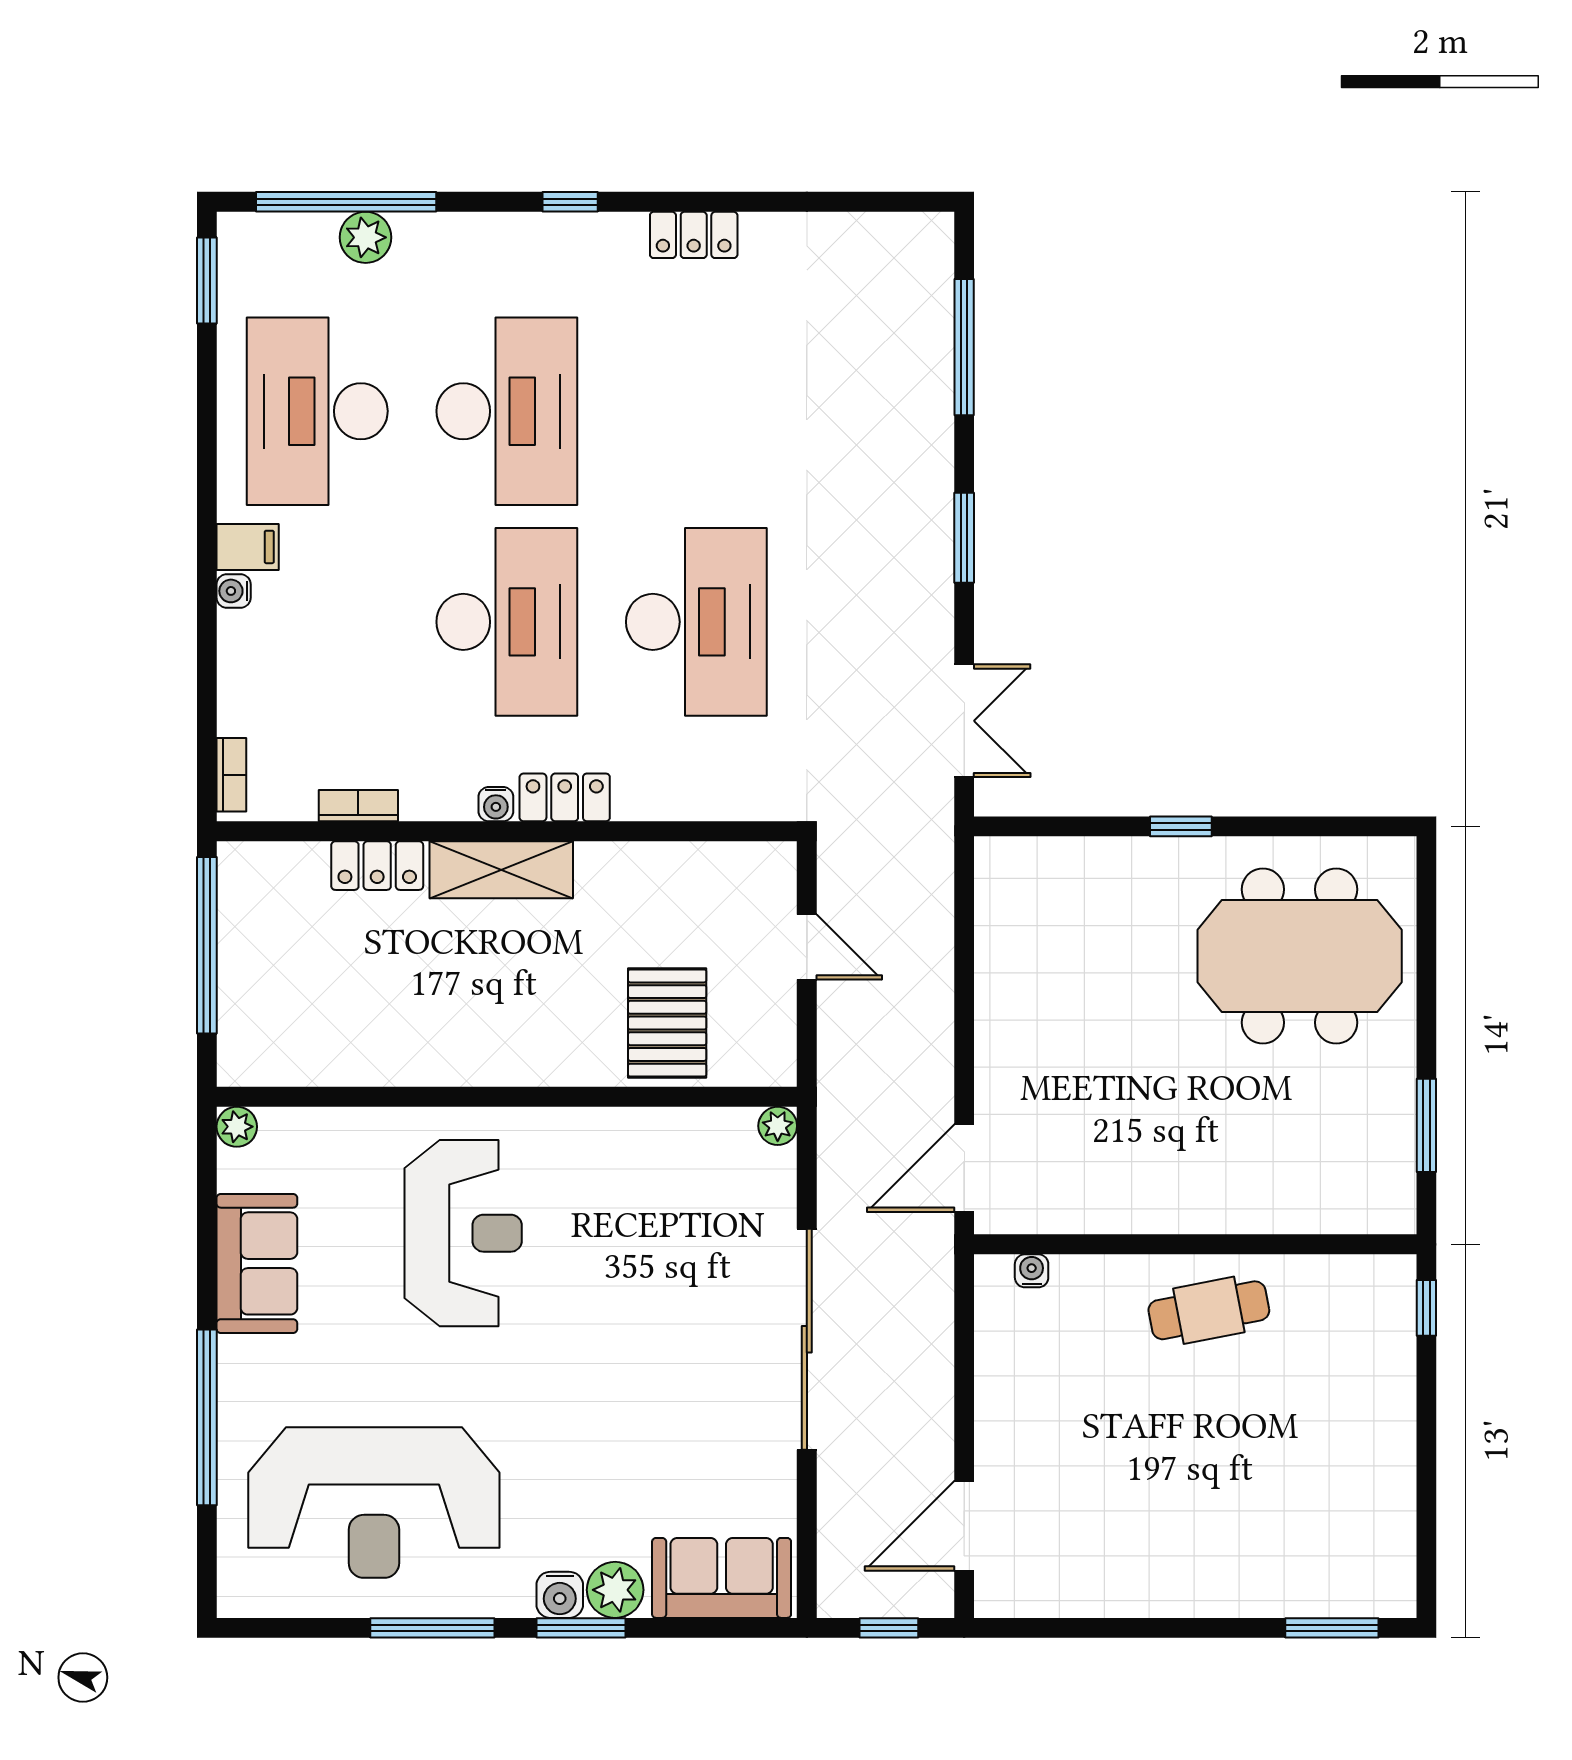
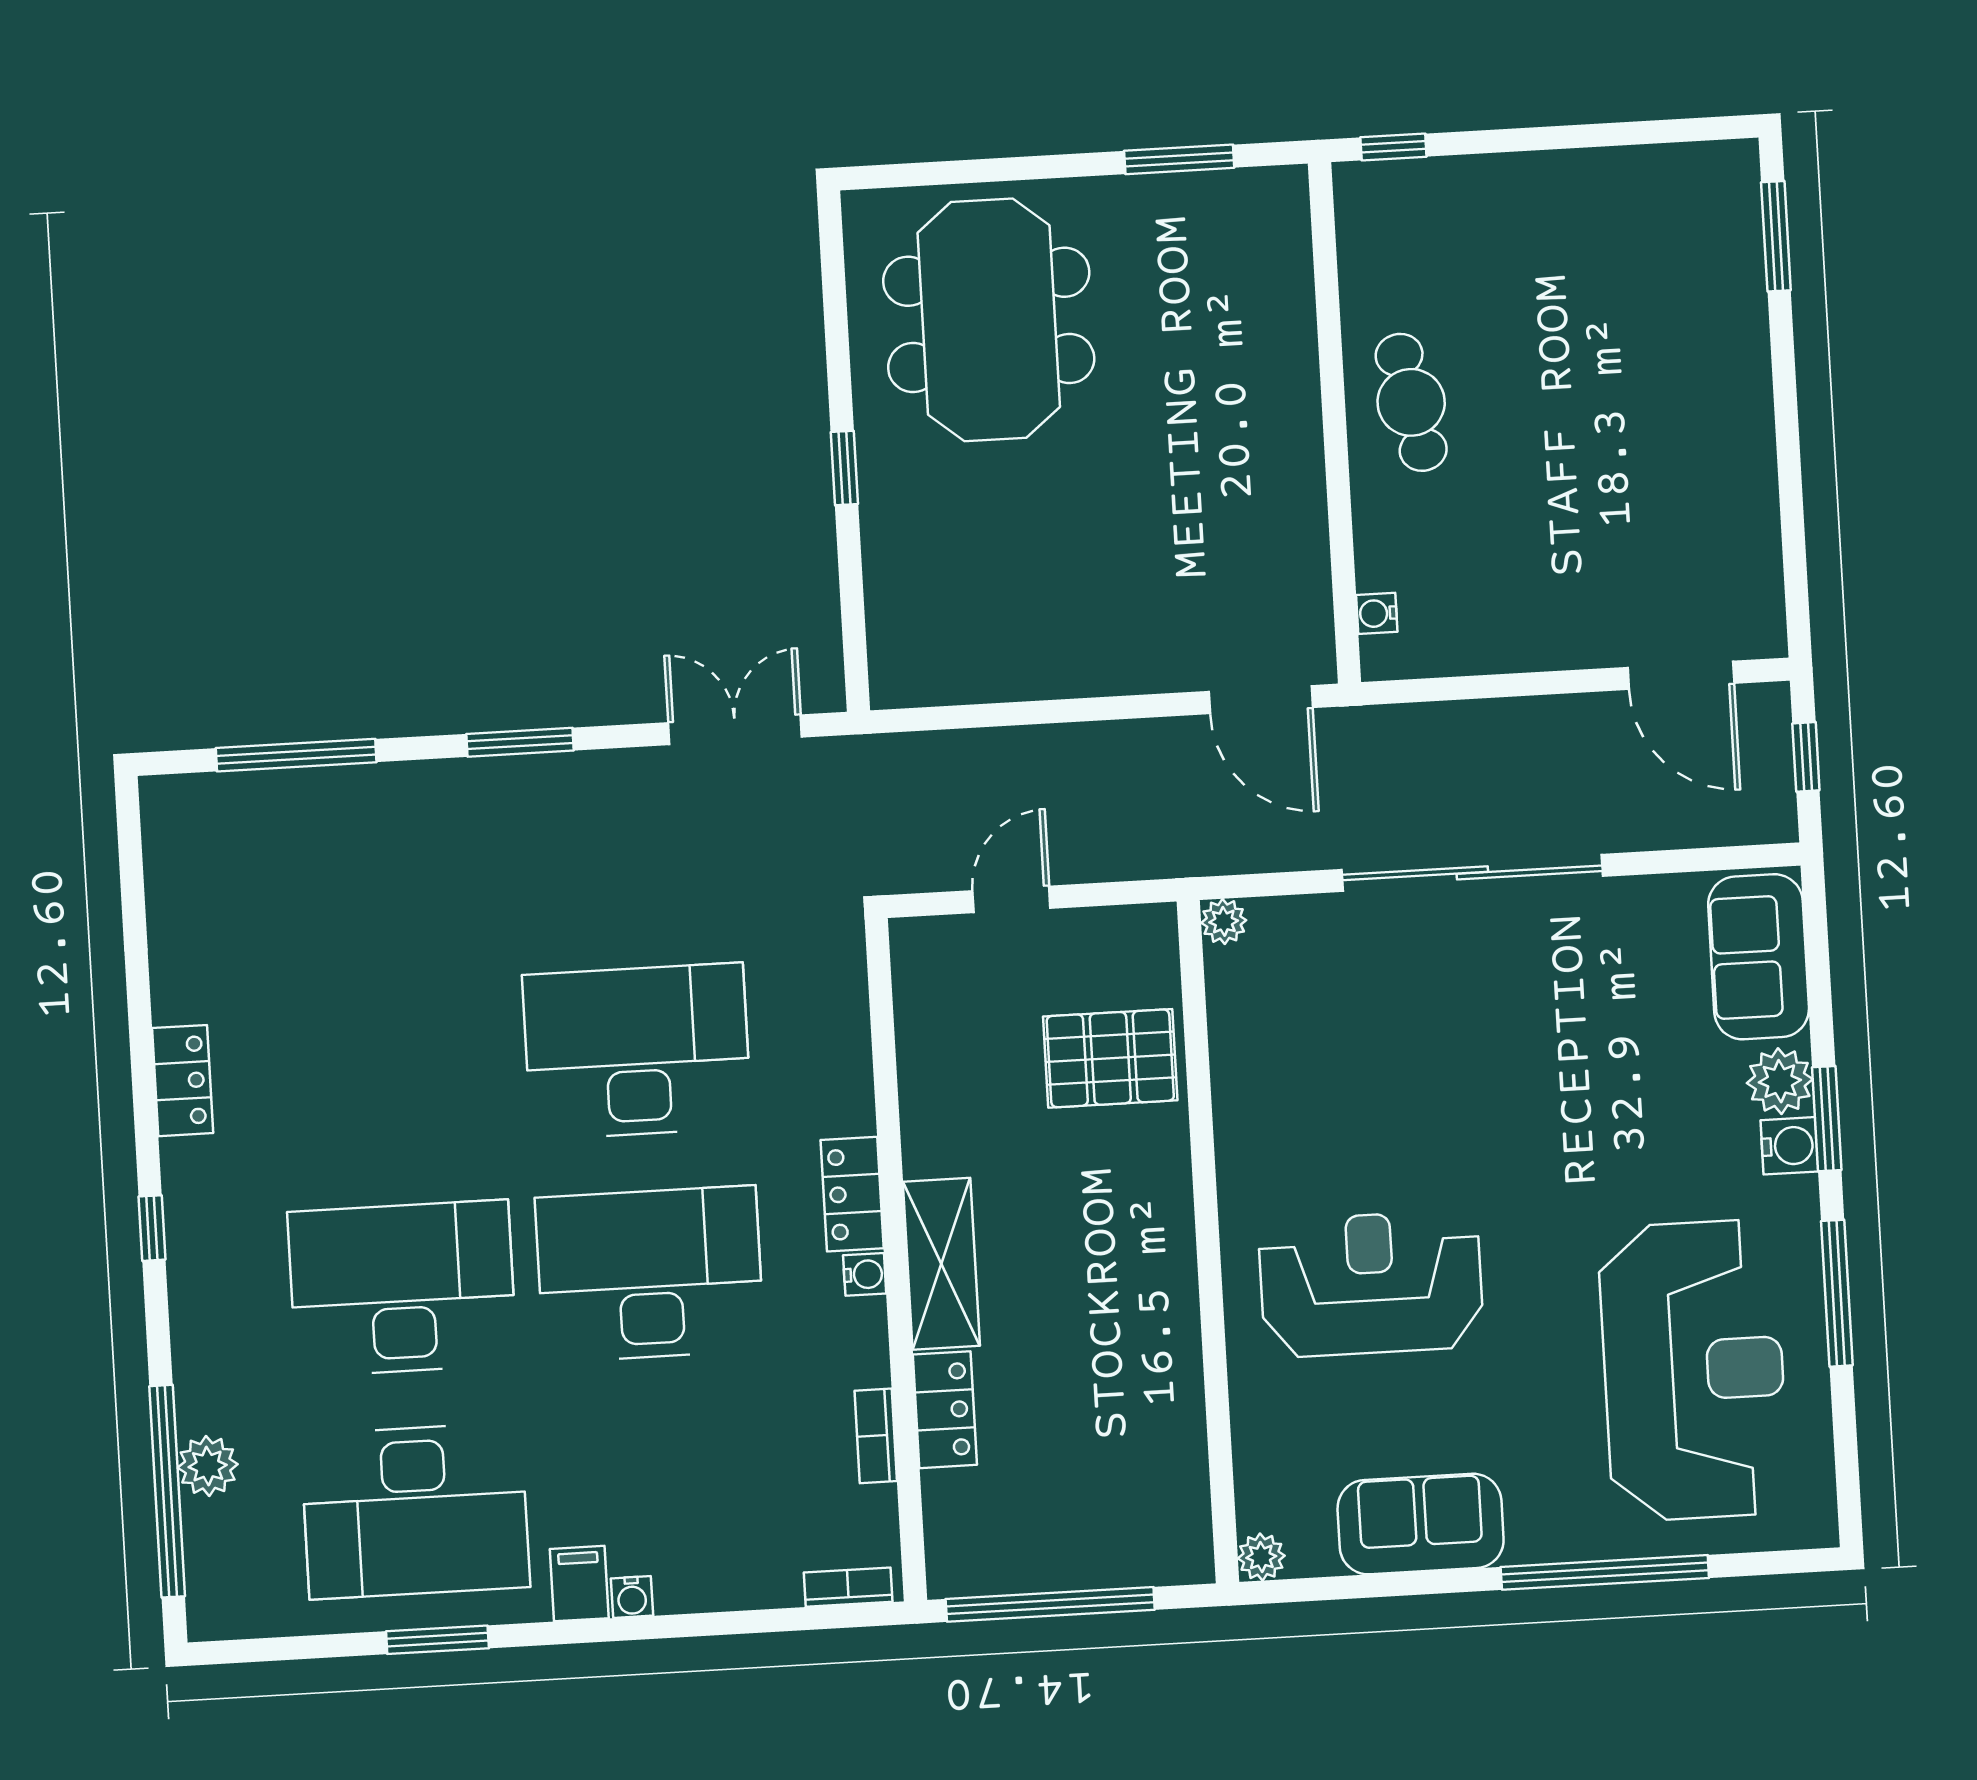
window: (207, 281) -> (437, 1640), moved

